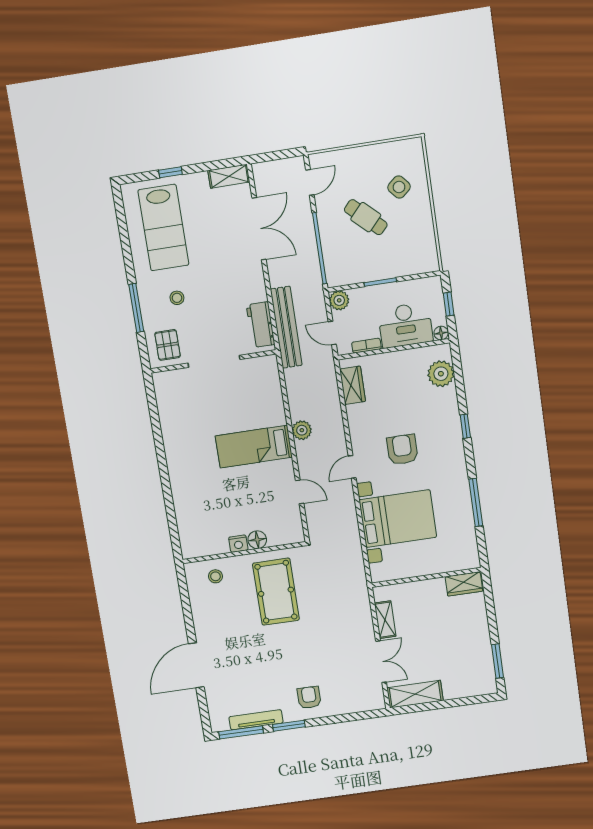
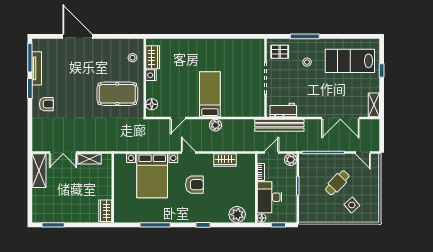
wardrobe: (352, 385) -> (225, 160), moved
floor lamp: (257, 540) -> (152, 104), moved
wardrobe: (210, 545) -> (153, 57), added

